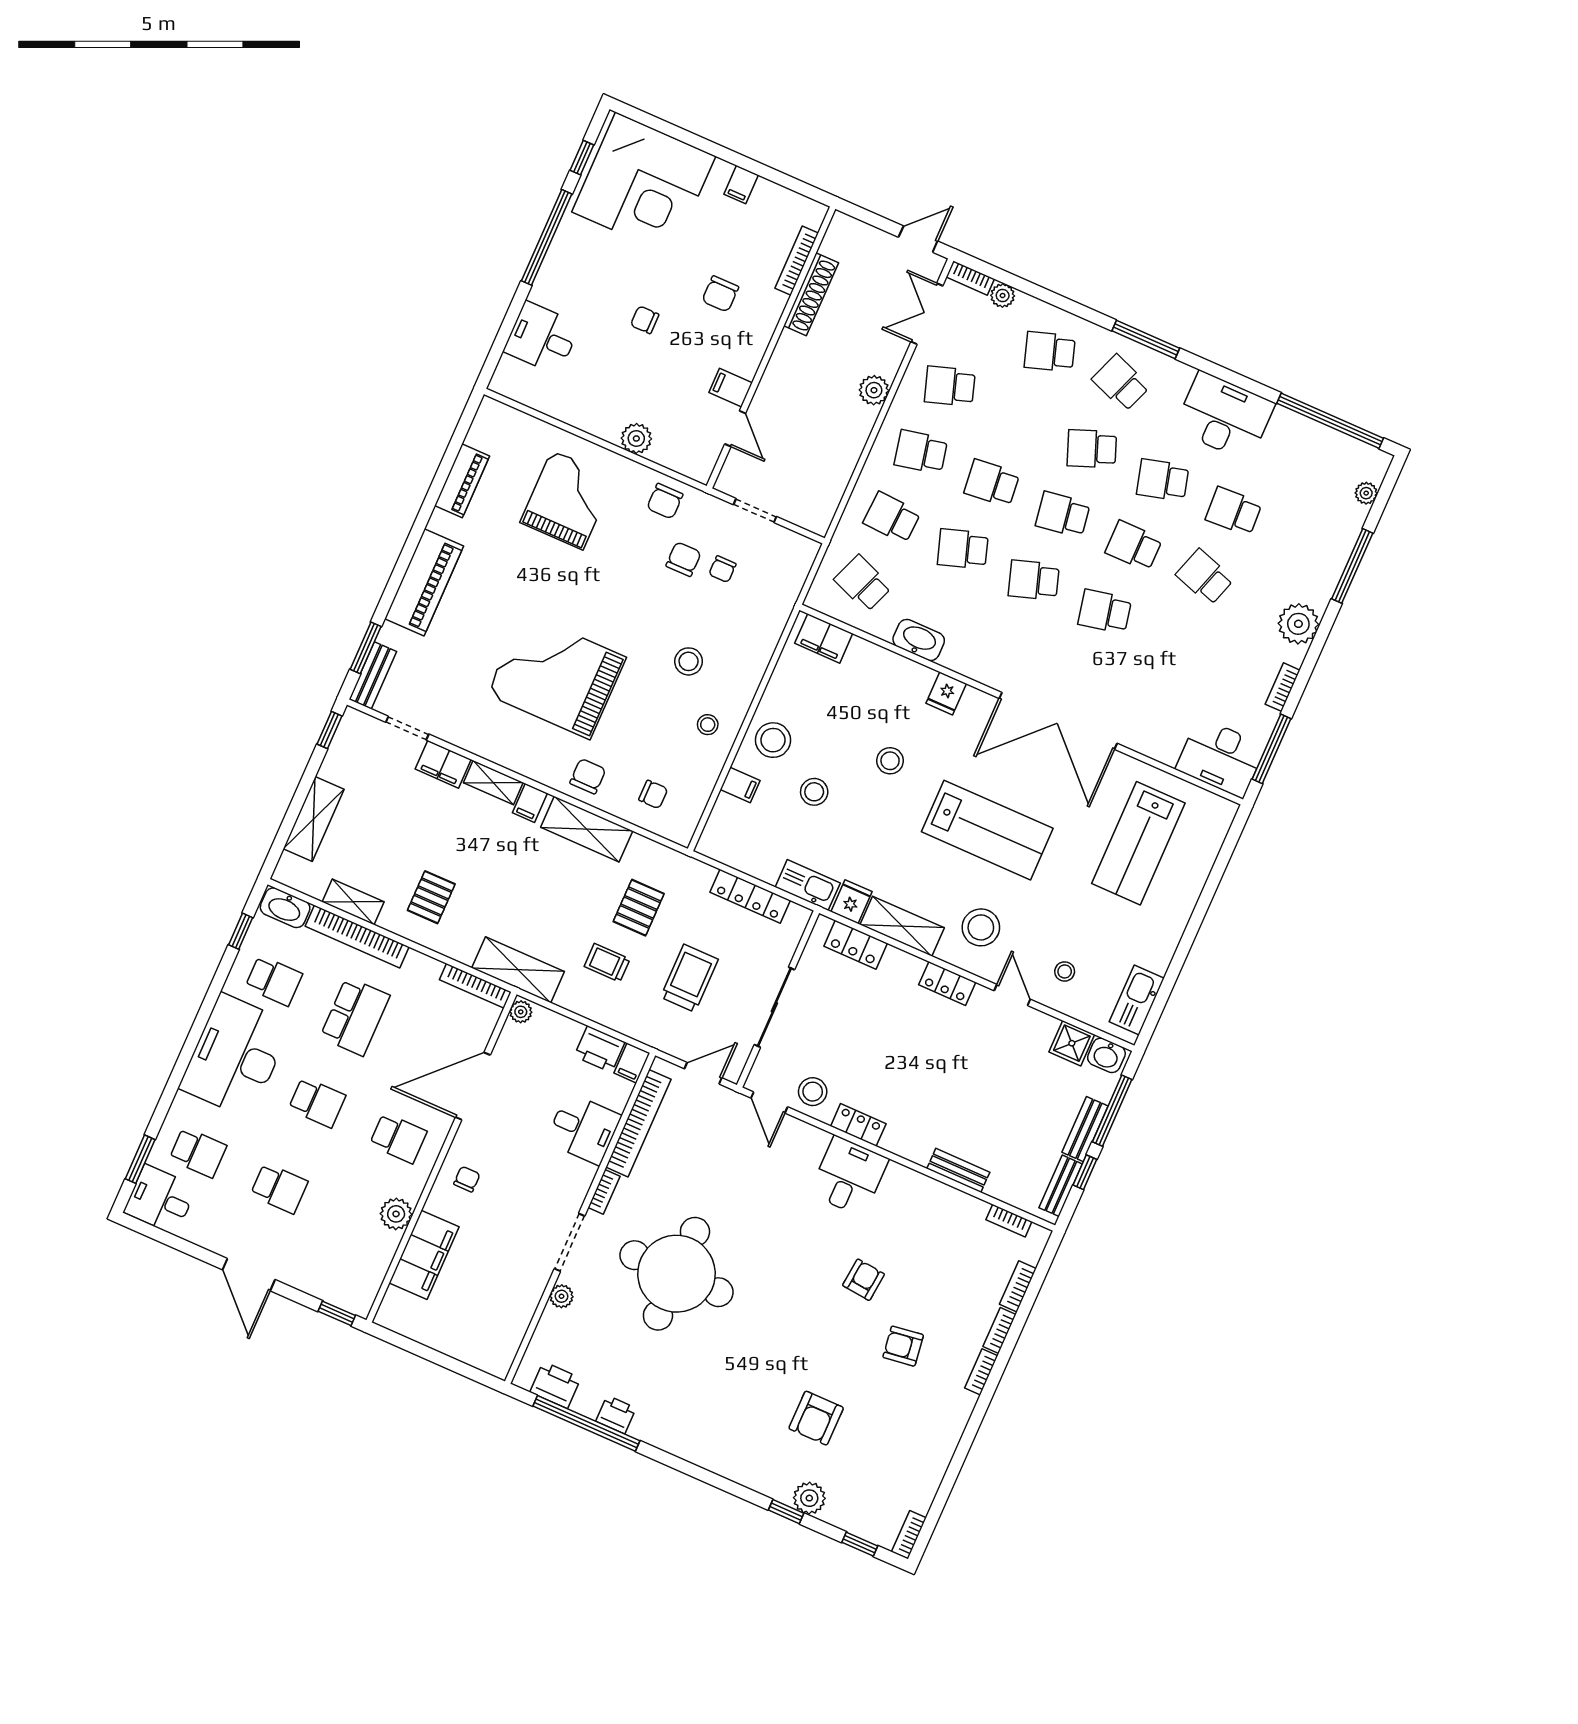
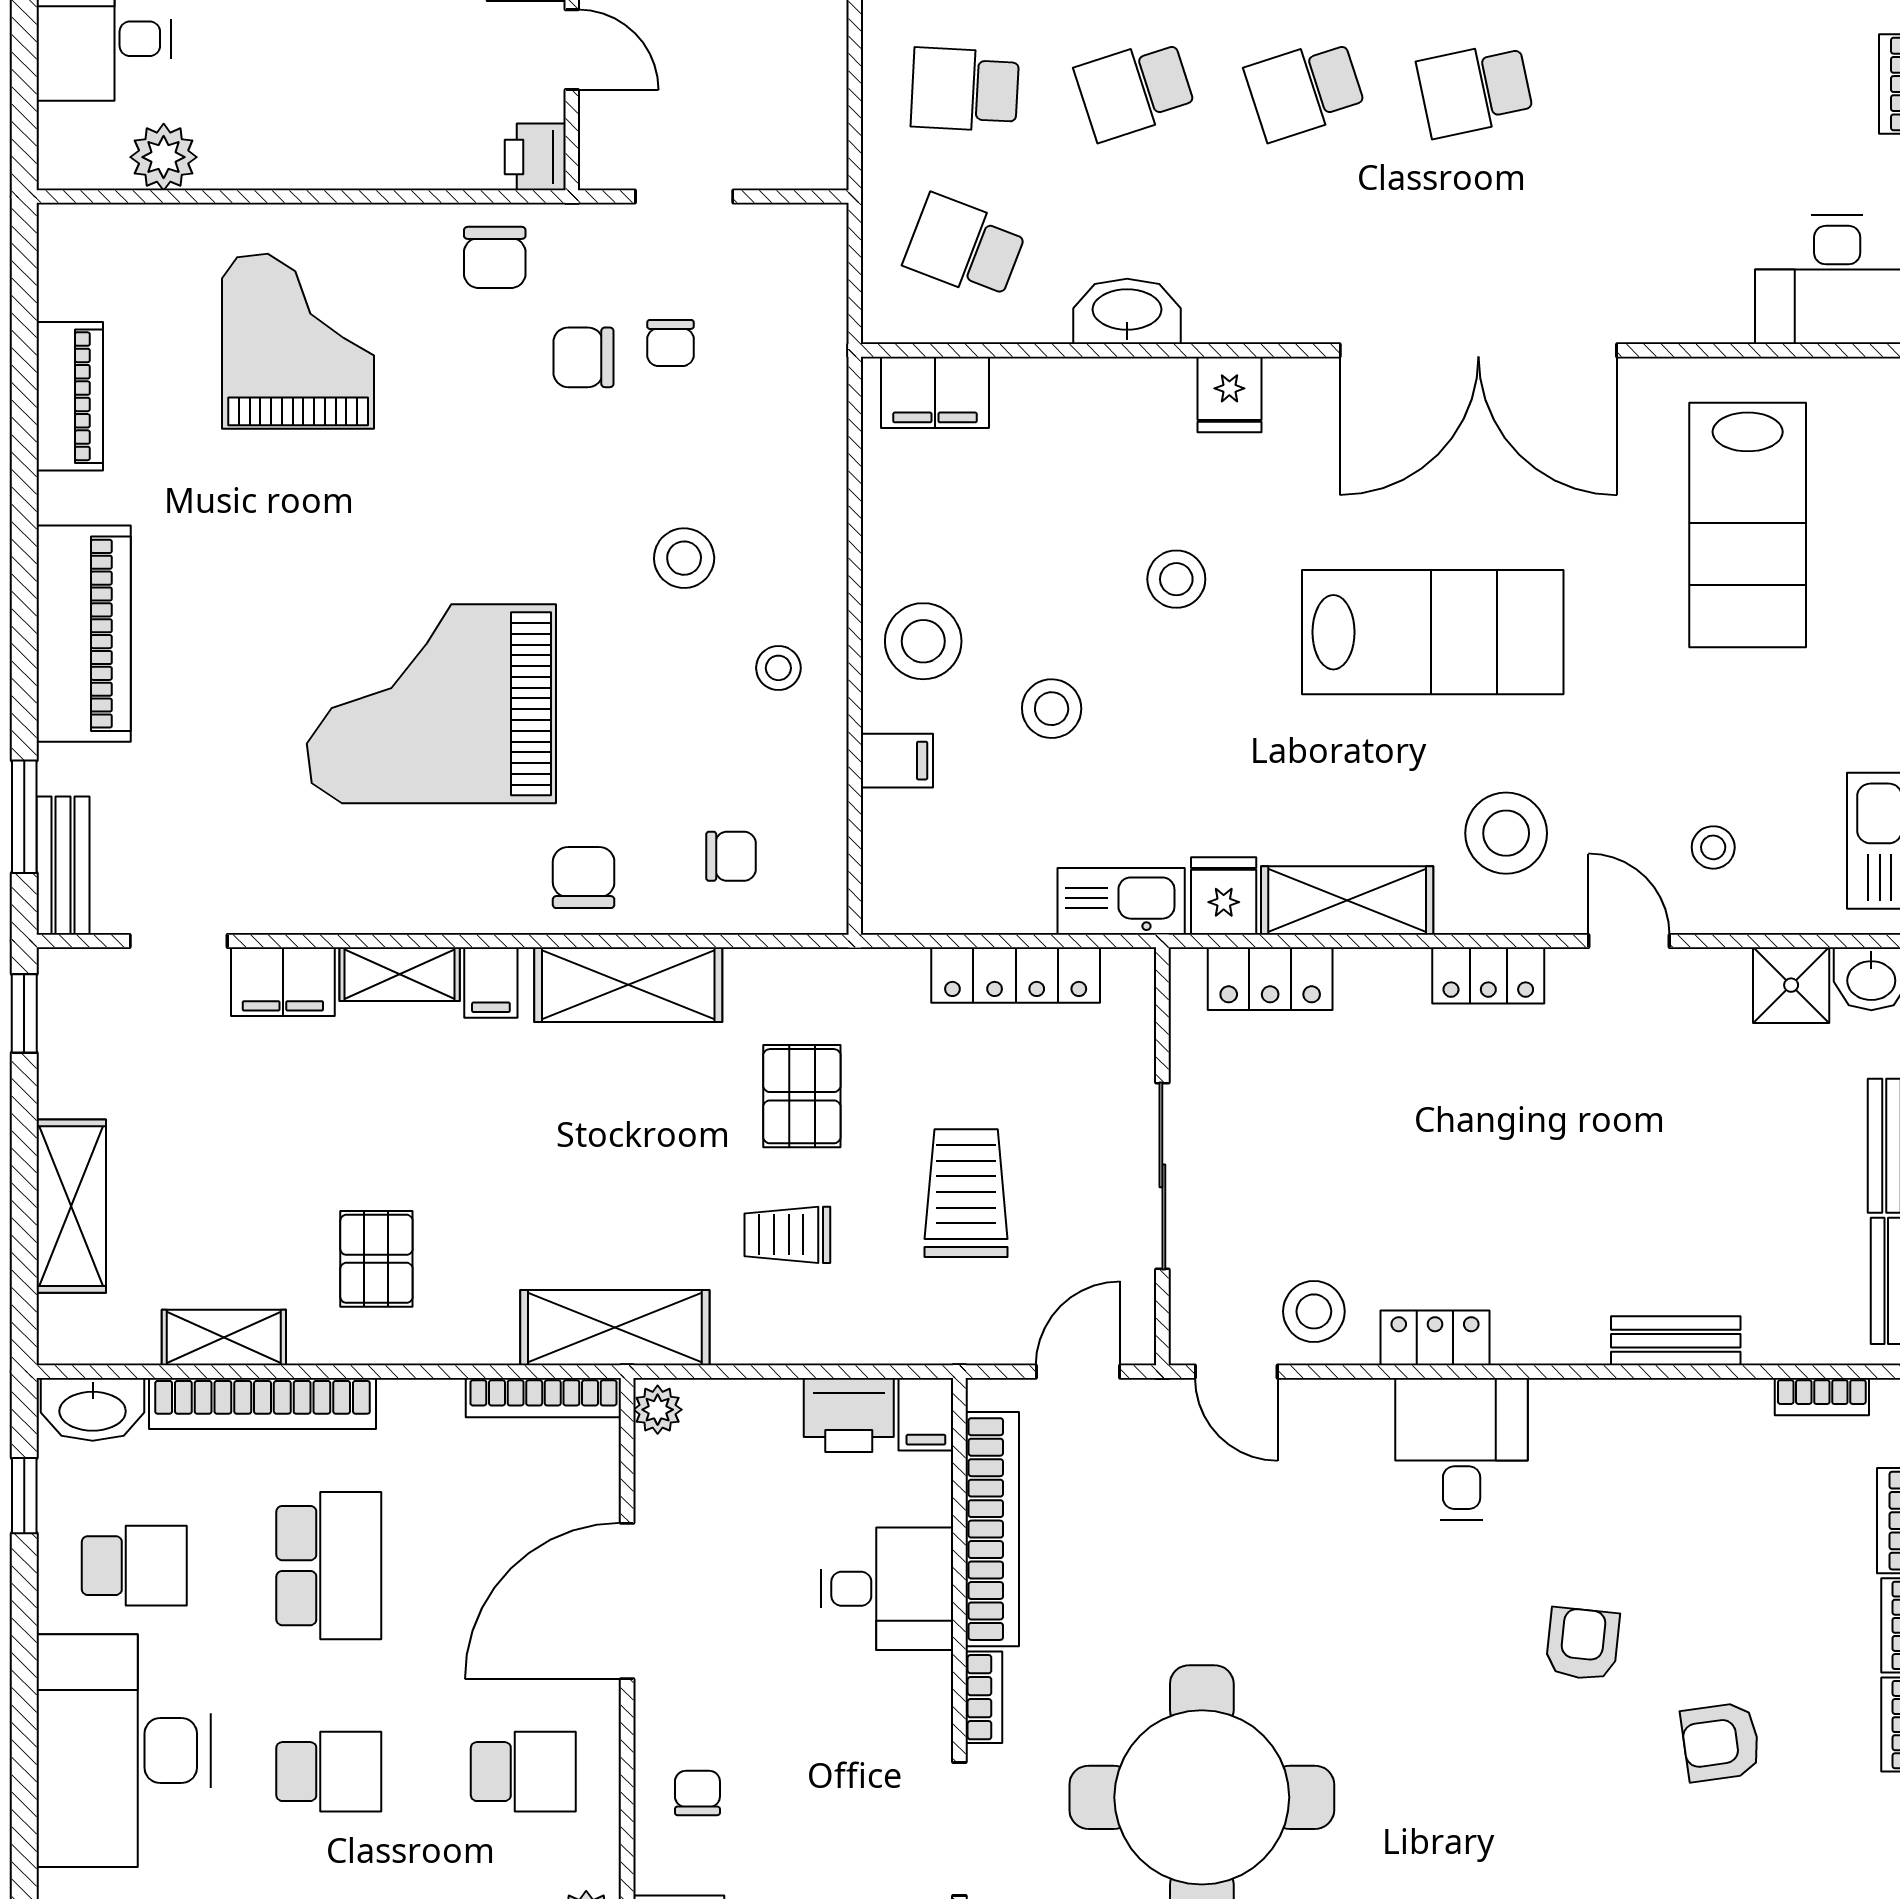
plant: (636, 439) -> (164, 157), moved
printer: (700, 467) -> (535, 157), added
chair: (683, 559) -> (583, 357), turned -90

